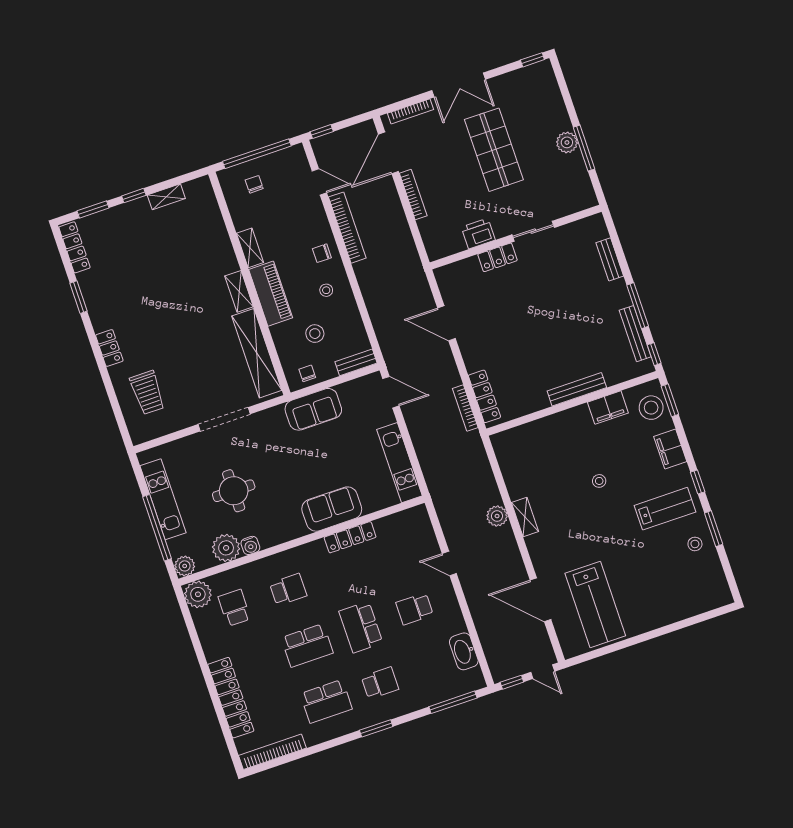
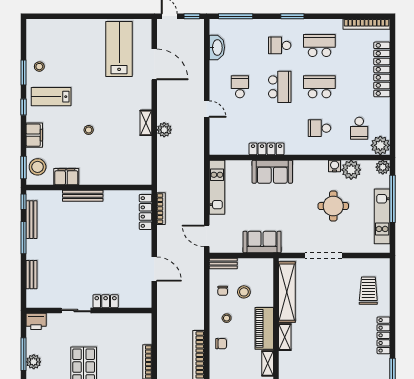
printer: (478, 234) -> (36, 321), moved
locker: (109, 348) -> (384, 335), width x1.53
chair: (307, 373) -> (223, 291), moved
school desk: (415, 609) -> (240, 87), turned -90

